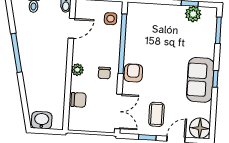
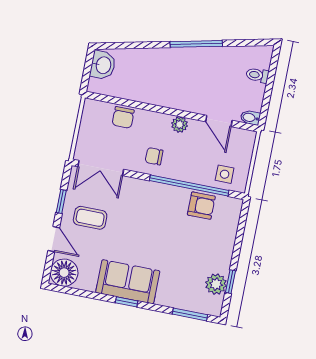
plant: (77, 70) -> (180, 125), moved
armchair: (133, 73) -> (201, 206), moved

